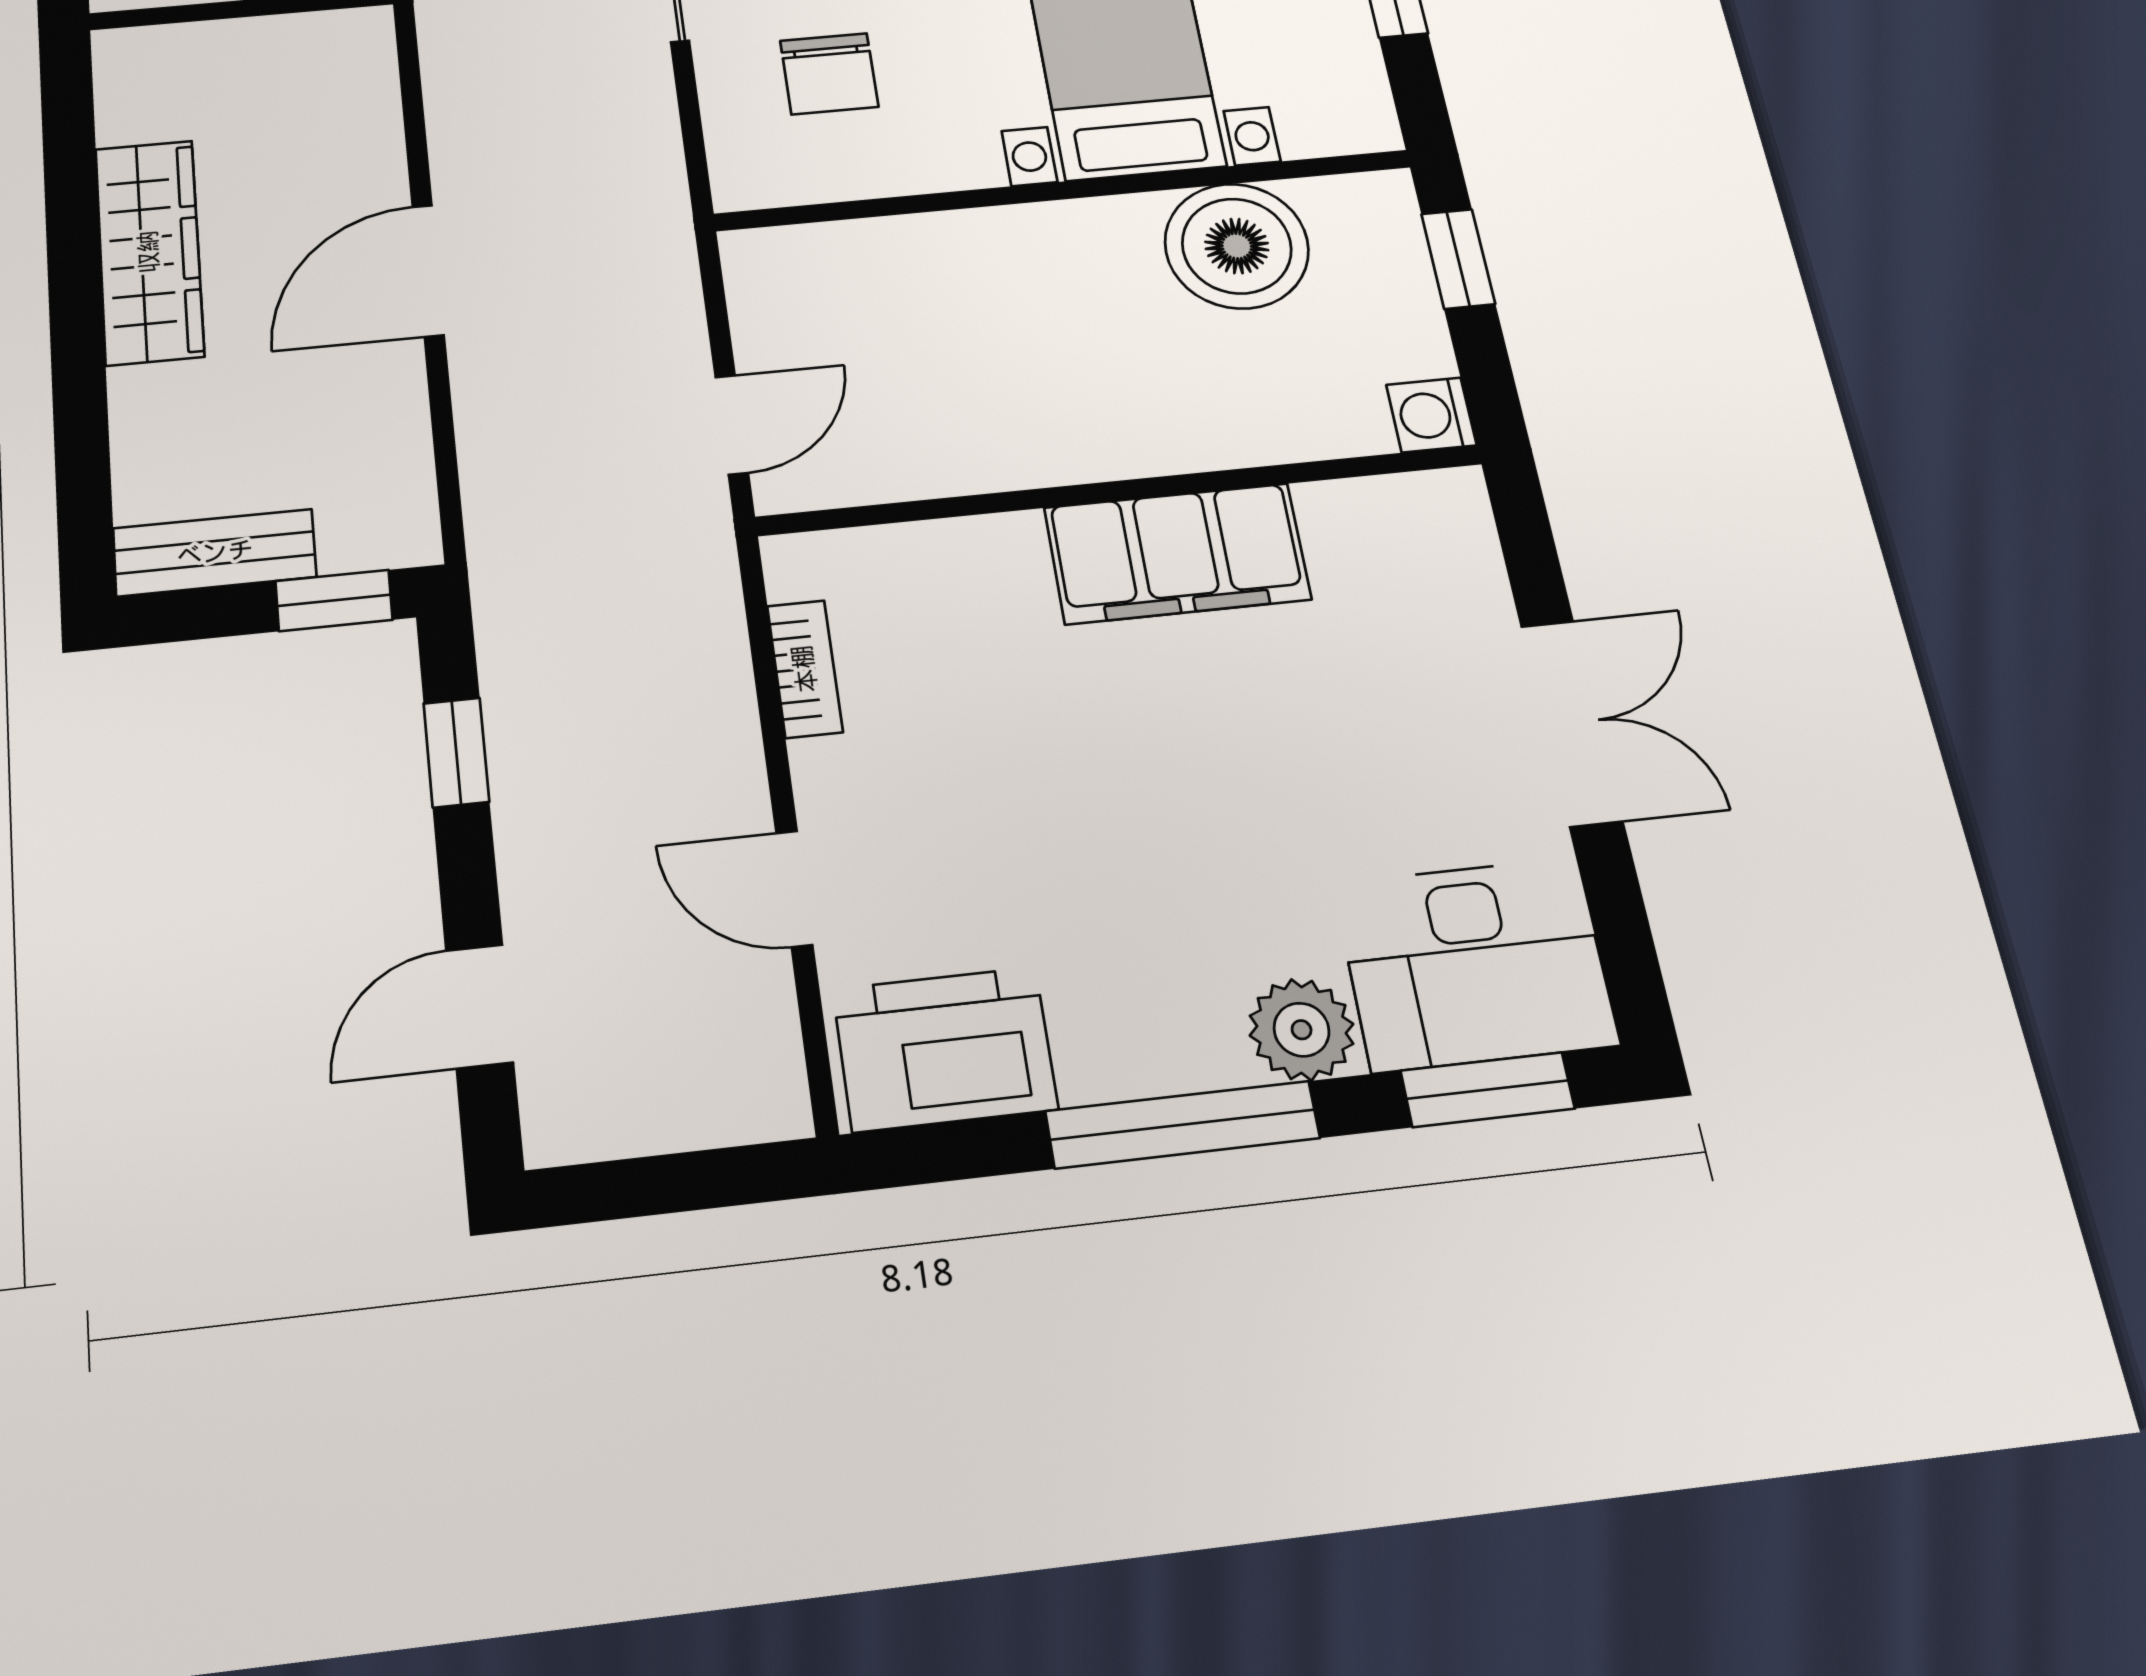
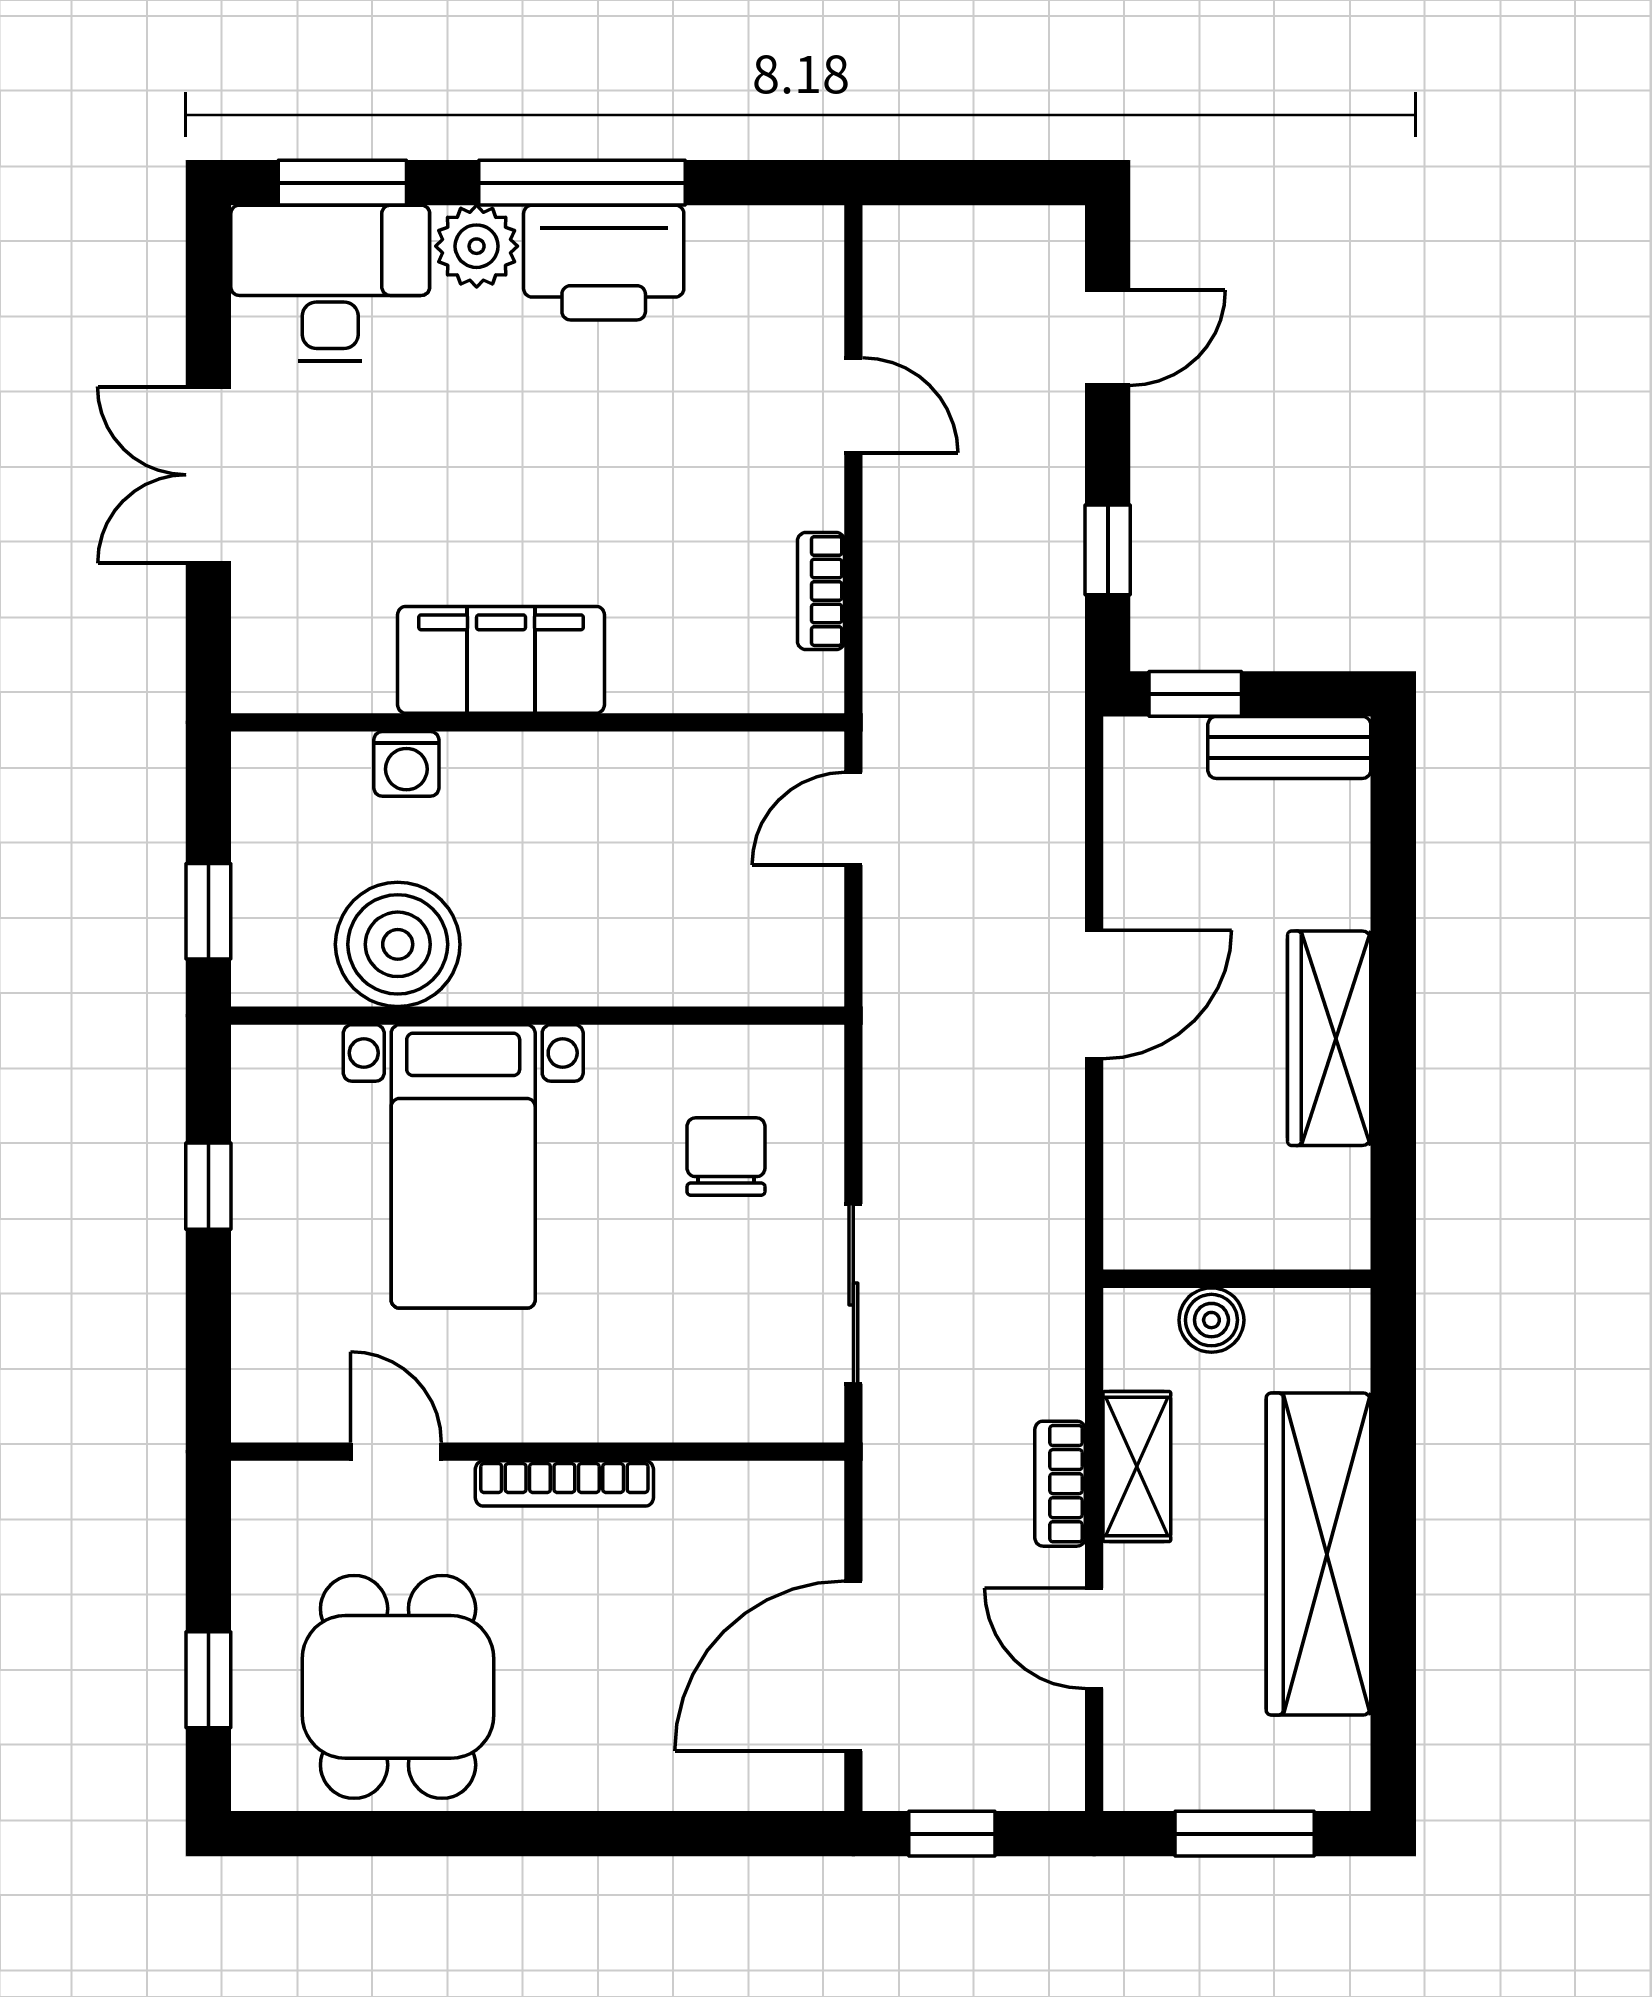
washing machine: (1431, 415) -> (406, 764), moved, turned 90
printer: (945, 1049) -> (604, 263), moved

